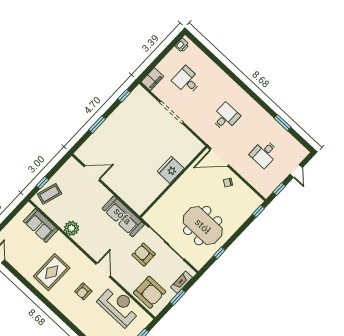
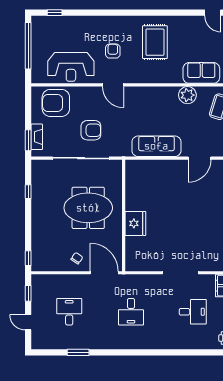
door: (219, 157) -> (104, 273), hinge flipped
sofa: (123, 216) -> (156, 146), moved
meeting table: (203, 226) -> (88, 208), moved
plant: (72, 228) -> (187, 95), moved
window: (178, 297) -> (28, 140), moved

